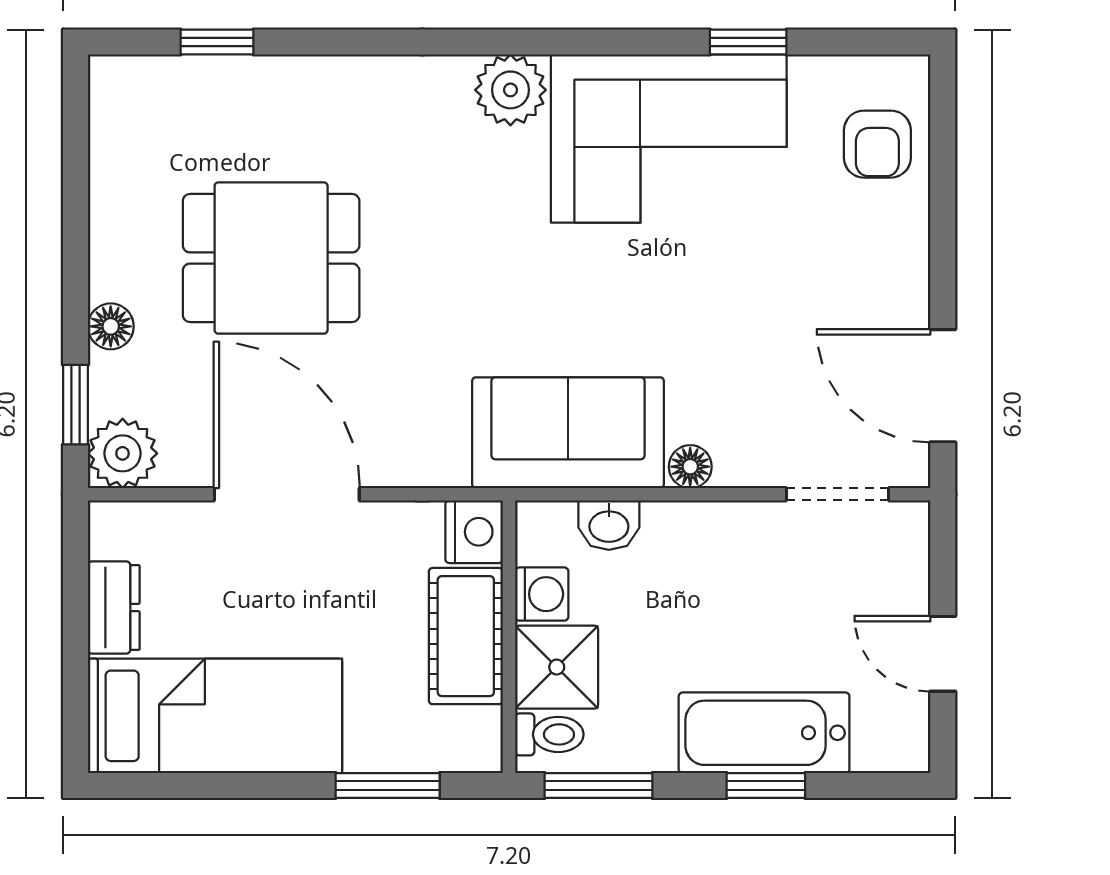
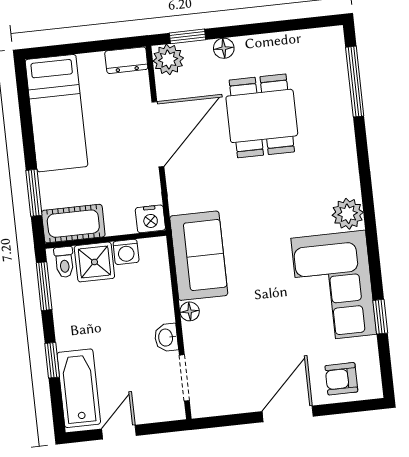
window: (217, 42) -> (355, 82), width x2.17
door: (943, 386) -> (288, 414), moved
washbasin: (609, 525) -> (166, 338), moved
dresser: (114, 608) -> (126, 60), moved
cot: (466, 636) -> (73, 224), moved
bathtub: (764, 733) -> (79, 388), moved

